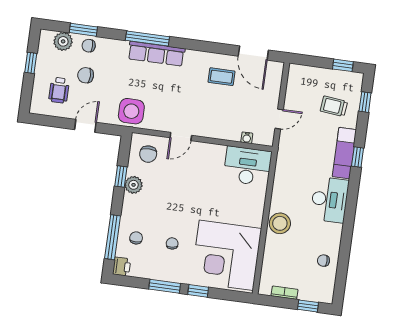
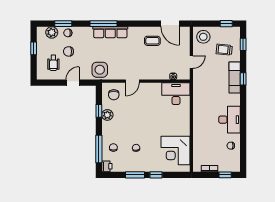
desk: (330, 200) -> (229, 120), moved
stool: (280, 223) -> (203, 37), moved
corner desk: (226, 255) -> (176, 151), width x0.74, depth x0.74

